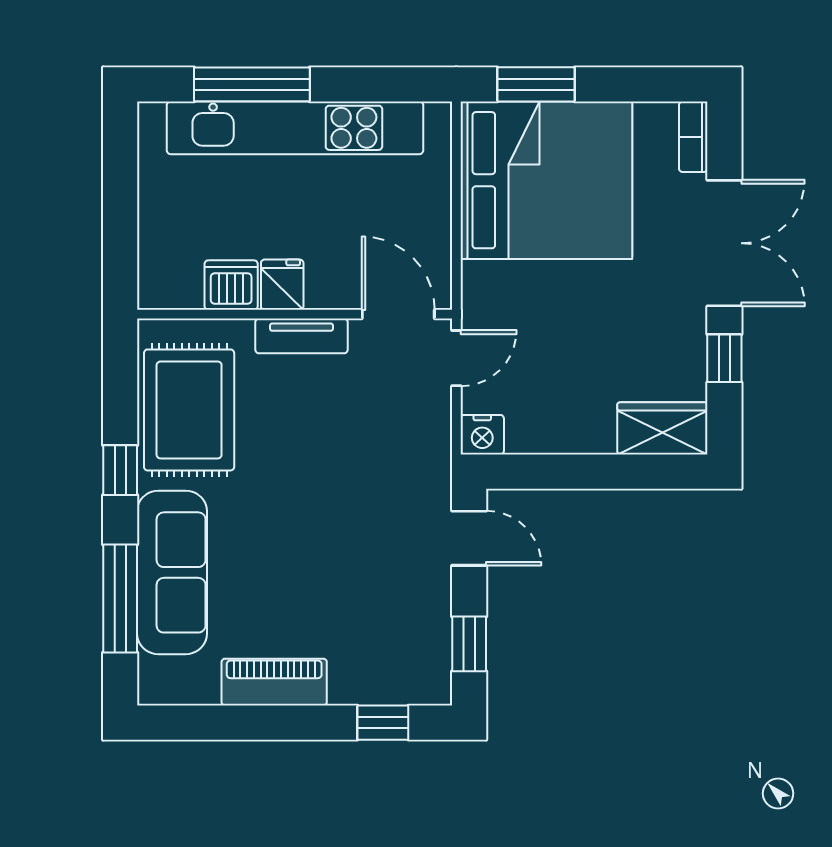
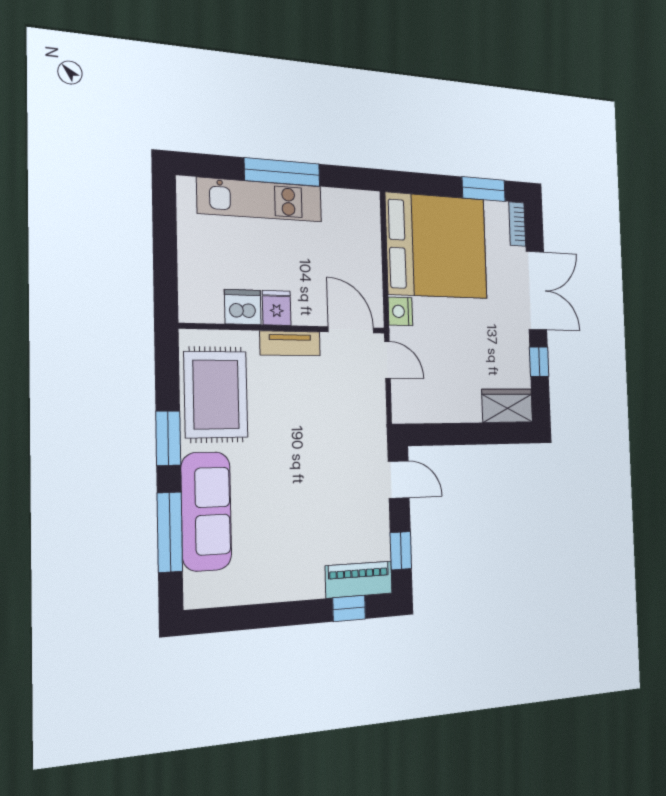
window: (252, 84) -> (282, 172), moved
window: (536, 84) -> (484, 189), moved
kitchen unit: (295, 128) -> (260, 200), width x0.73
door: (456, 358) -> (387, 360), hinge flipped
nightstand: (482, 435) -> (400, 311), moved, turned 90
window: (120, 470) -> (168, 438), width x1.50
piano: (274, 682) -> (359, 580), moved

